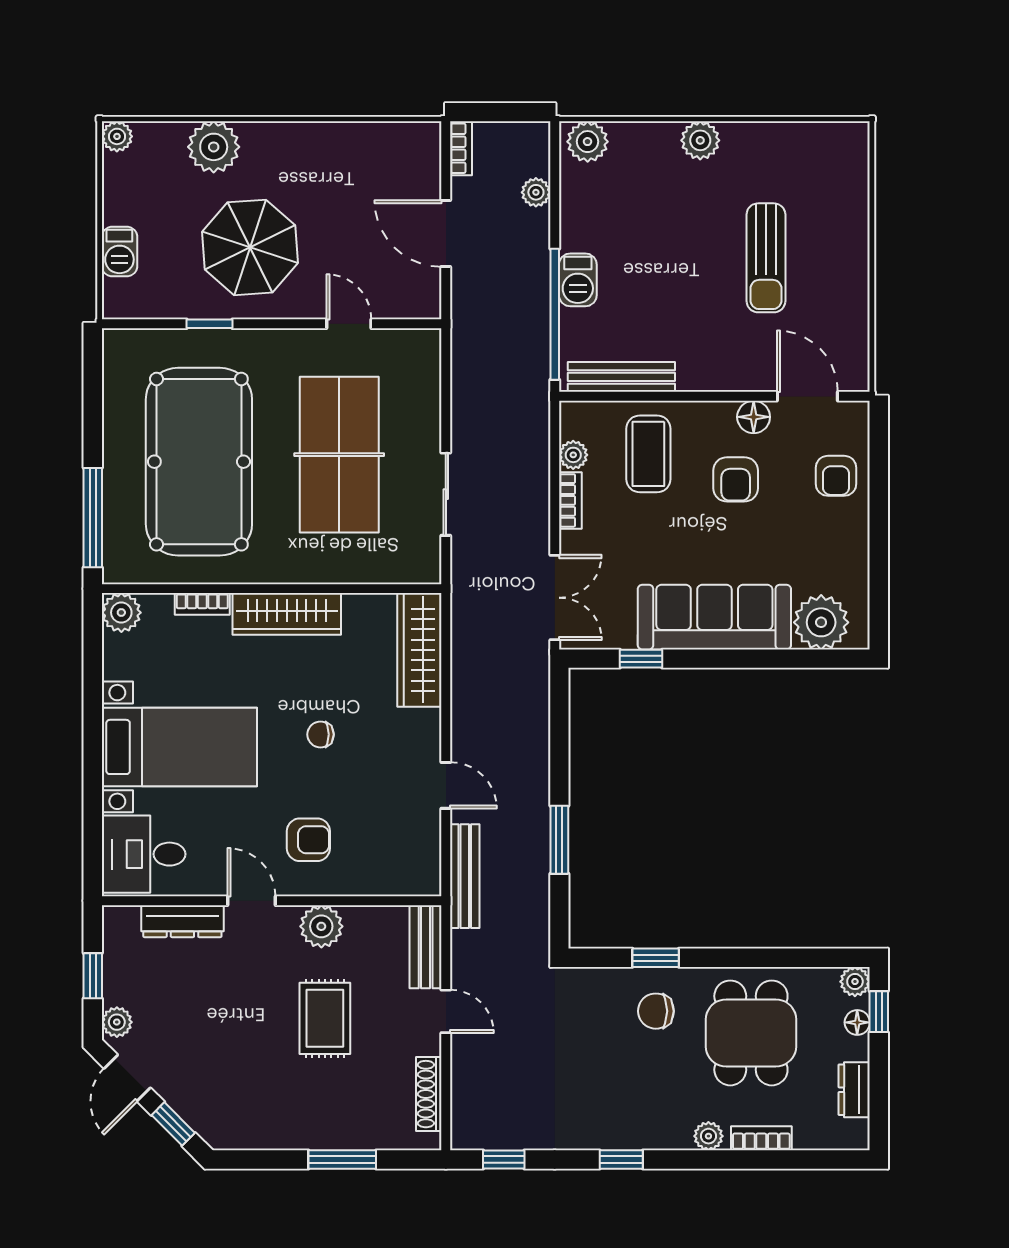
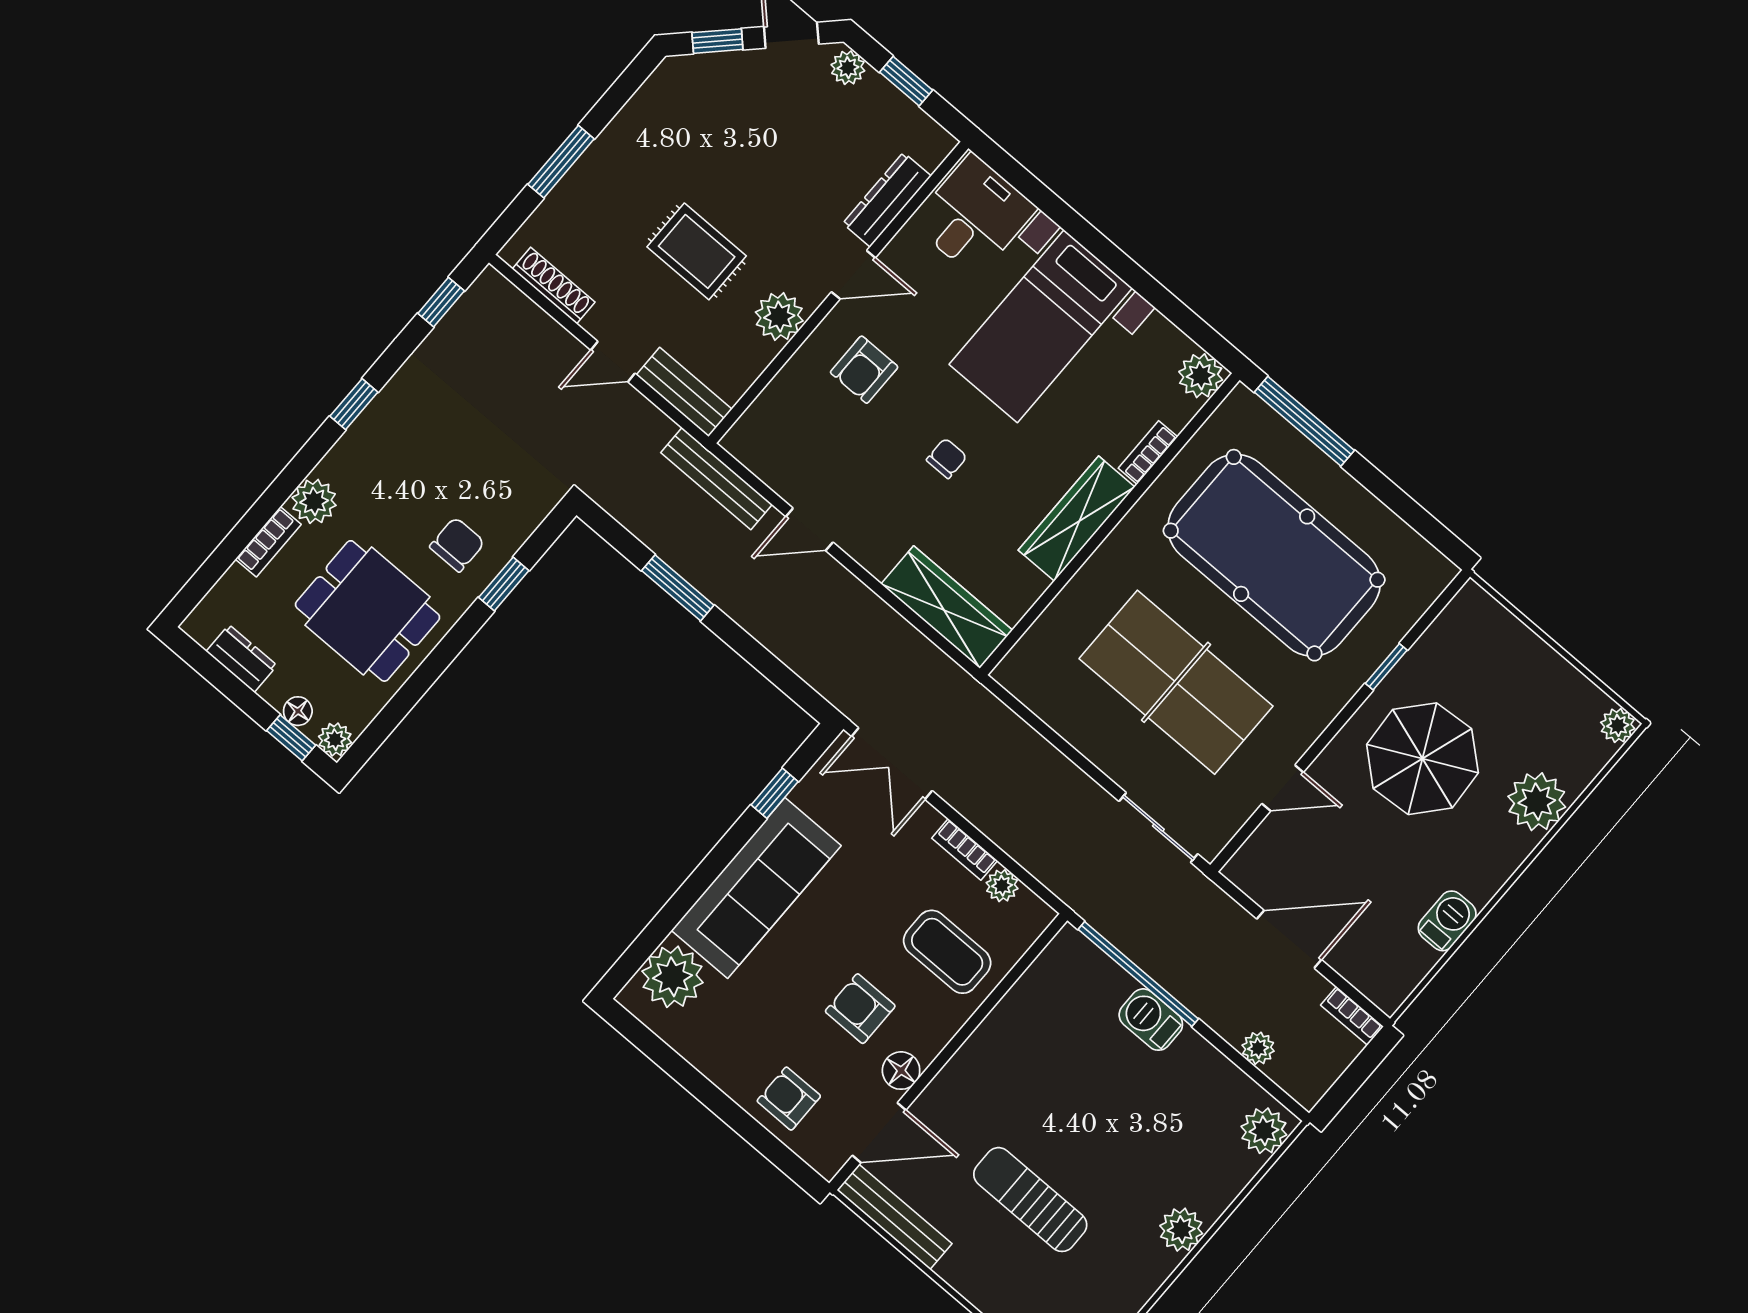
barbecue: (119, 251) -> (1447, 921), moved, turned 90
bench: (621, 377) -> (894, 1217), moved, turned 90
sliding door: (446, 494) -> (1158, 828), moved
plant: (708, 1136) -> (314, 501), width x1.38, depth x1.38

